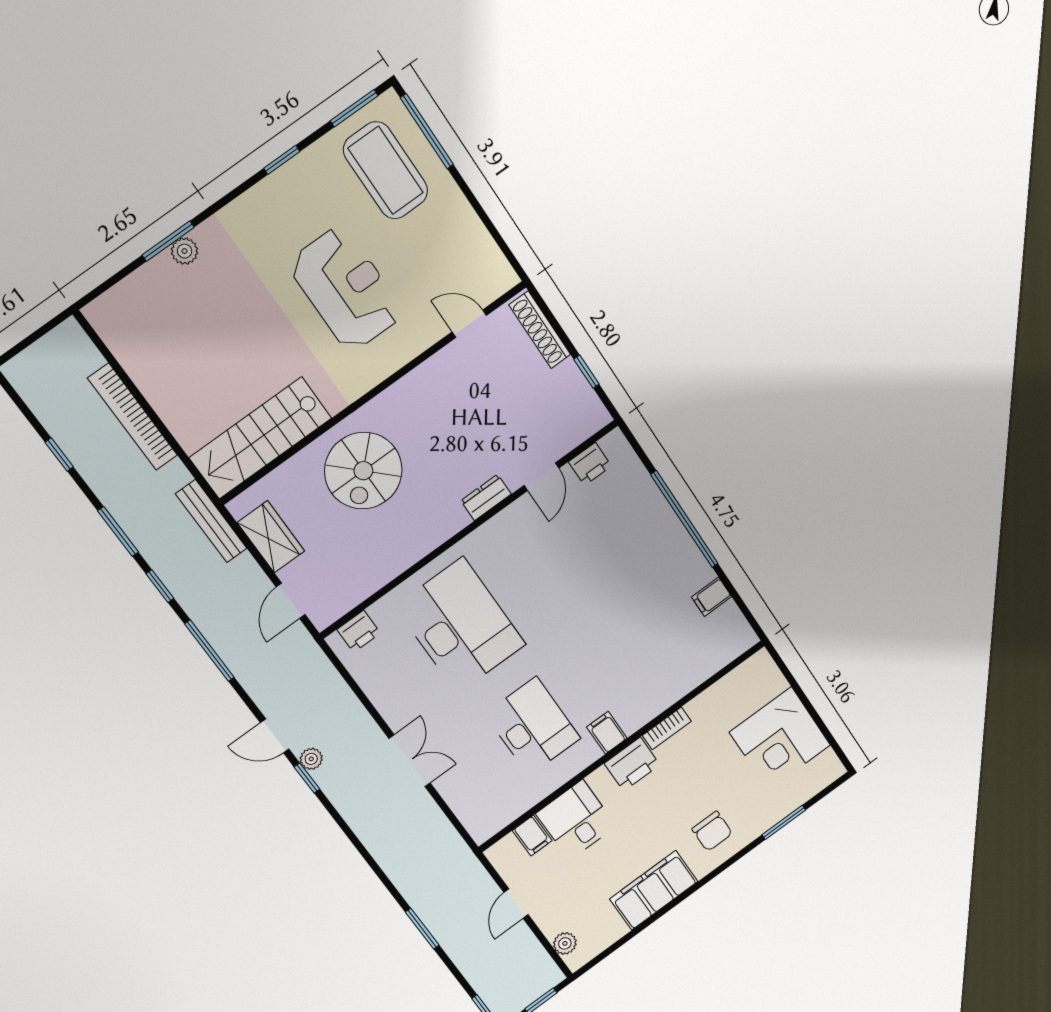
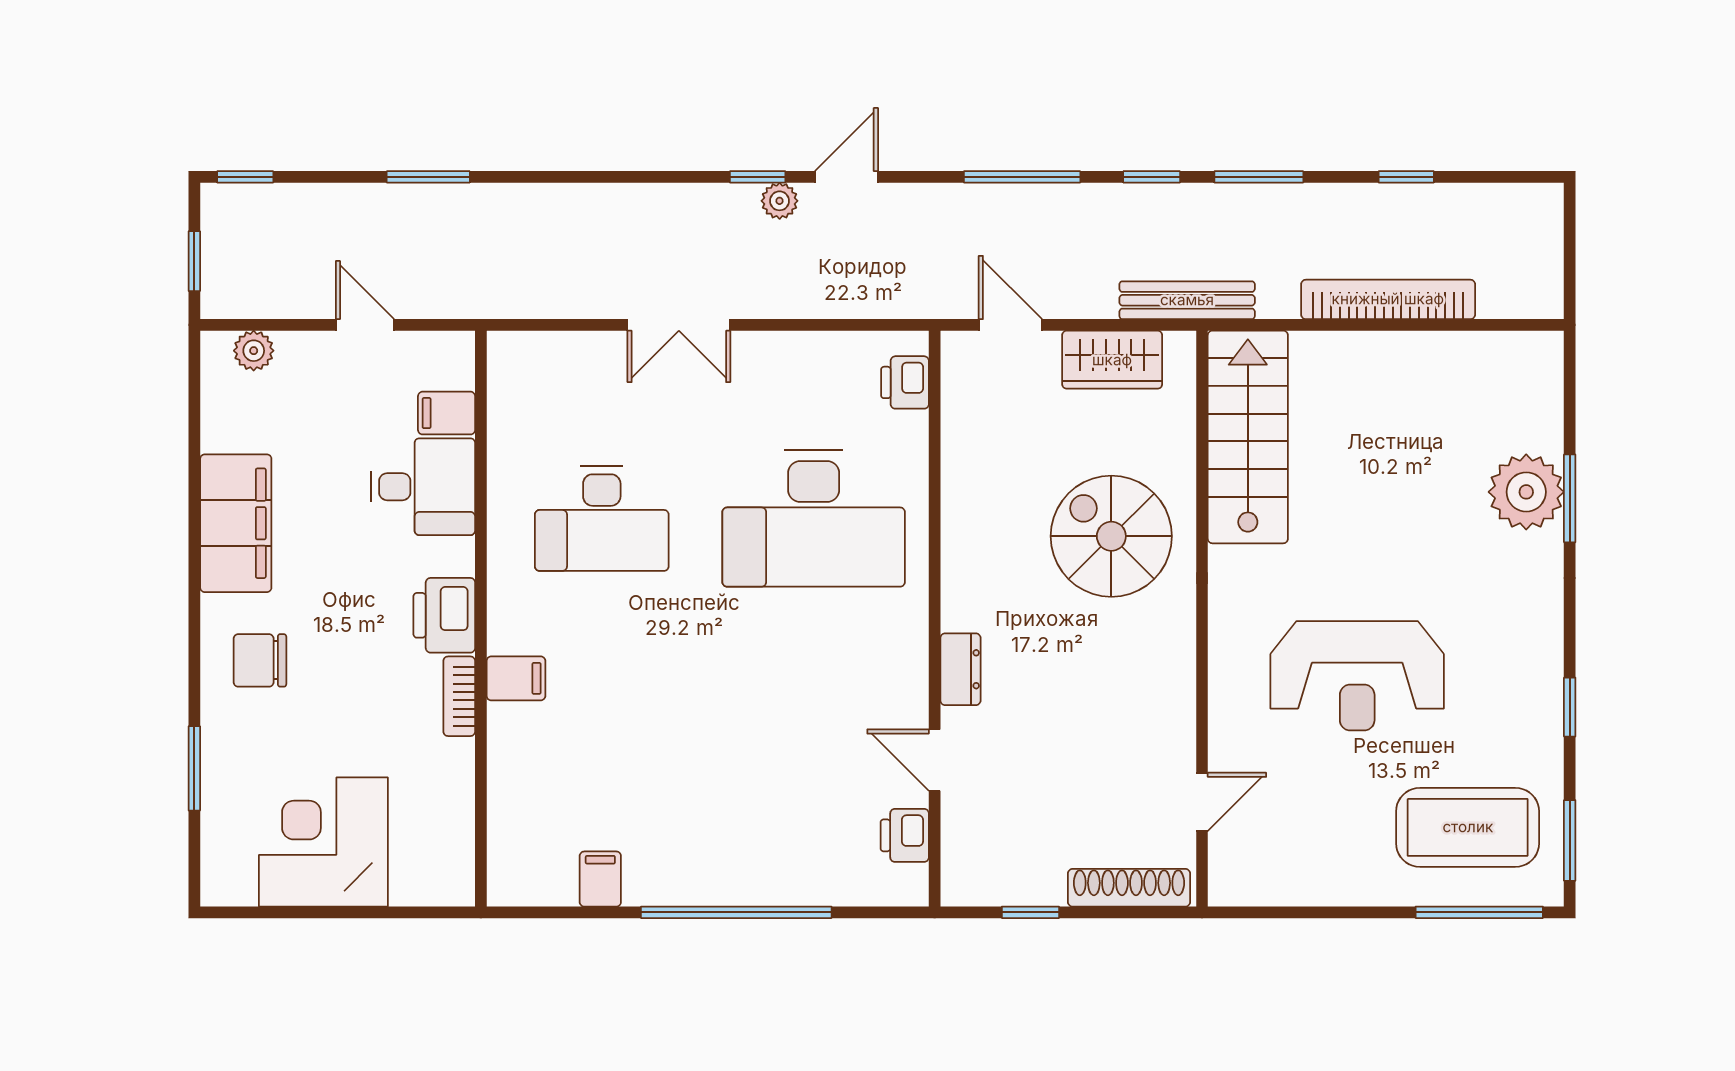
plant: (185, 251) -> (1526, 492), width x1.88, depth x1.88
filing cabinet: (607, 733) -> (516, 678), moved

